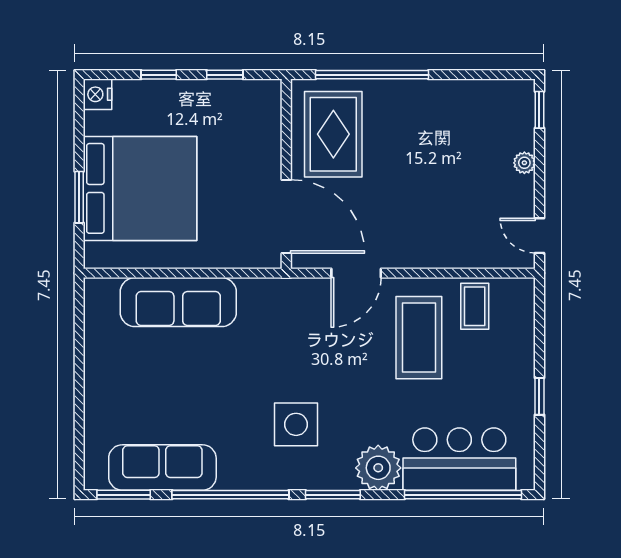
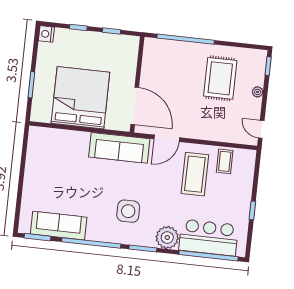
rug: (333, 134) -> (220, 78), moved
bed: (140, 188) -> (80, 98), moved, turned -90
sofa: (178, 302) -> (119, 148), moved

